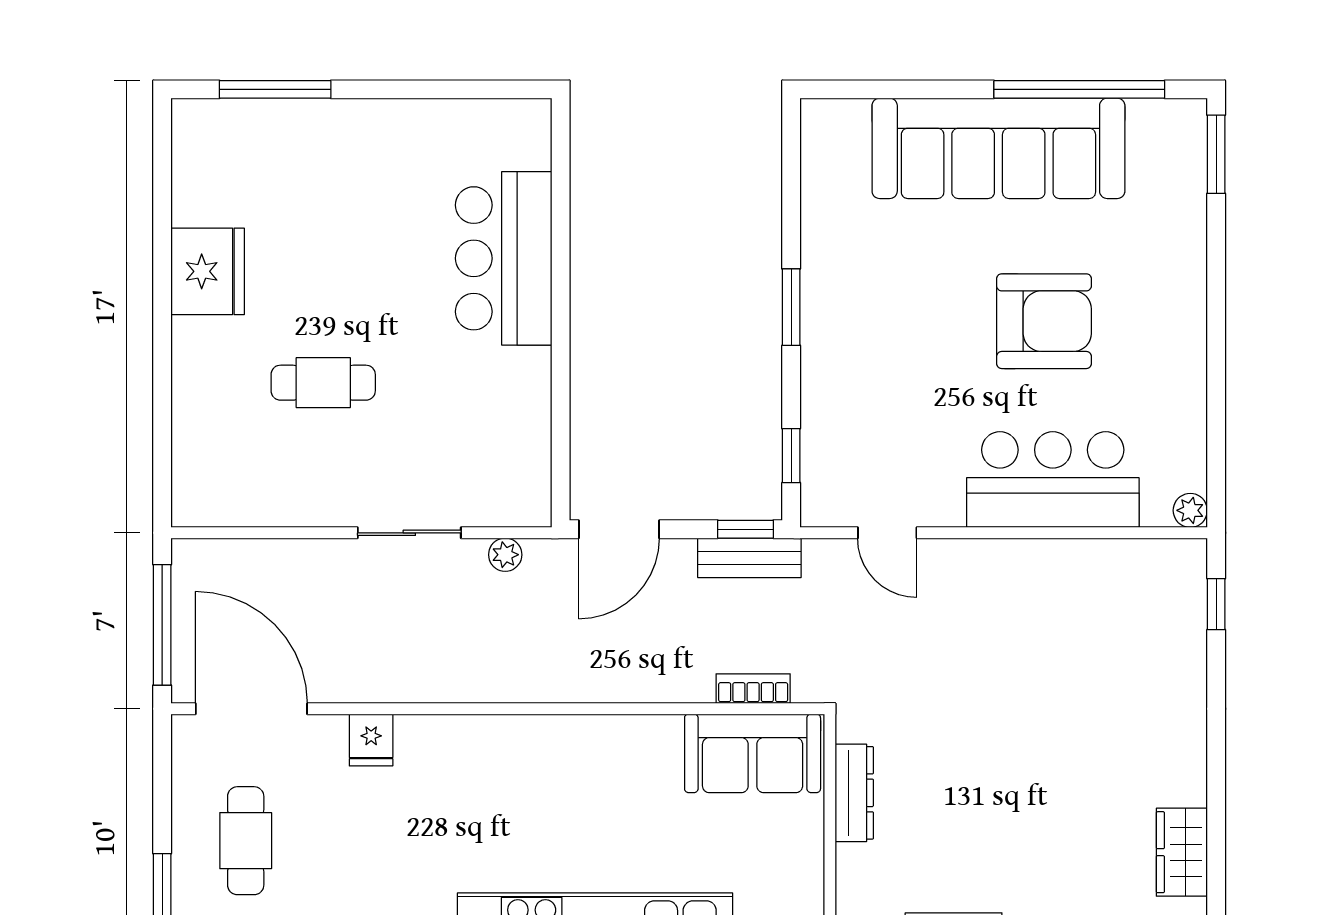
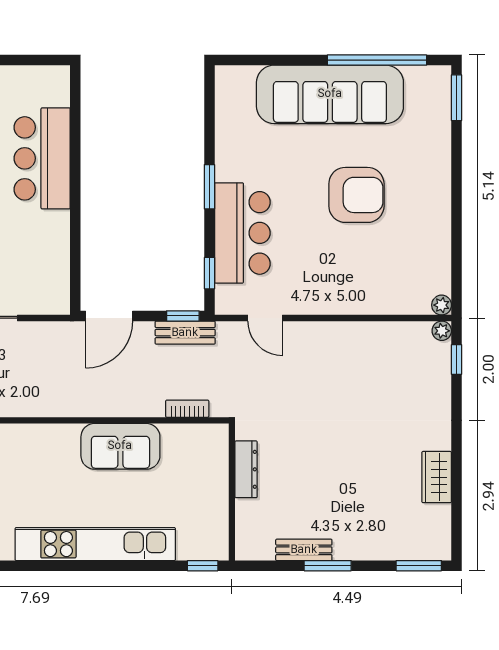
bar counter: (1053, 480) -> (242, 233), moved, turned 90
plant: (505, 555) -> (442, 331), moved
sofa: (753, 753) -> (120, 446), moved
wardrobe: (1182, 852) -> (437, 477), moved

